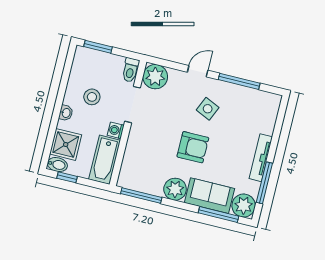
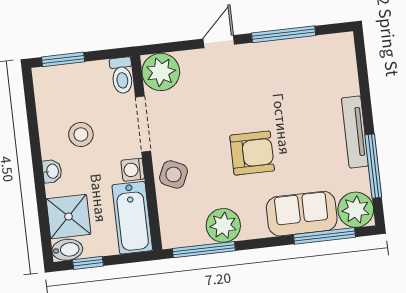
side table: (208, 109) -> (174, 174), moved
plant: (175, 189) -> (223, 225), moved

